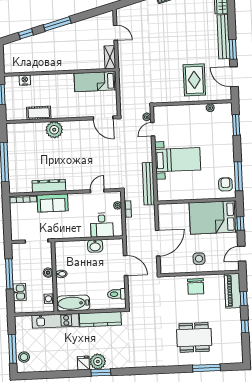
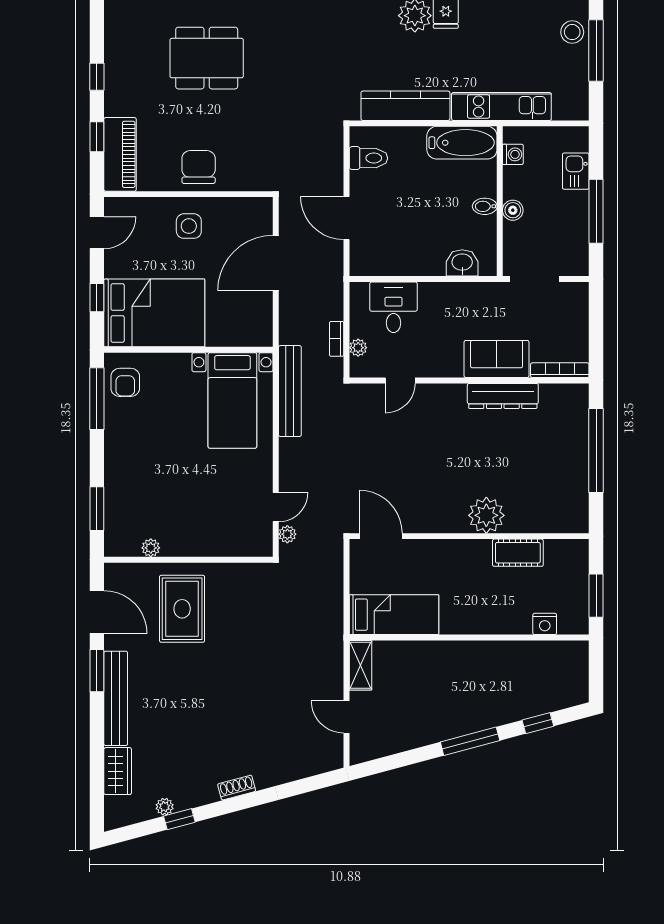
bed with nightstands: (178, 160) -> (232, 400), moved, turned -90
washbasin: (95, 246) -> (462, 263), moved

